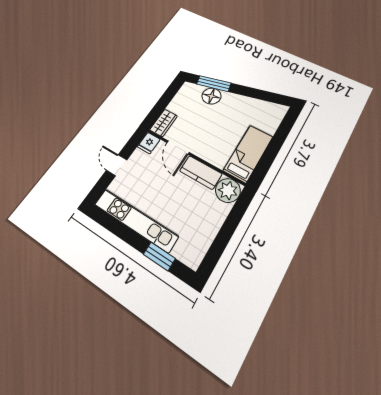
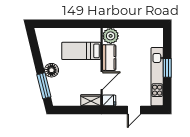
floor lamp: (211, 96) -> (52, 70), moved
bed: (248, 154) -> (81, 51), moved
window: (159, 256) -> (167, 68), moved

